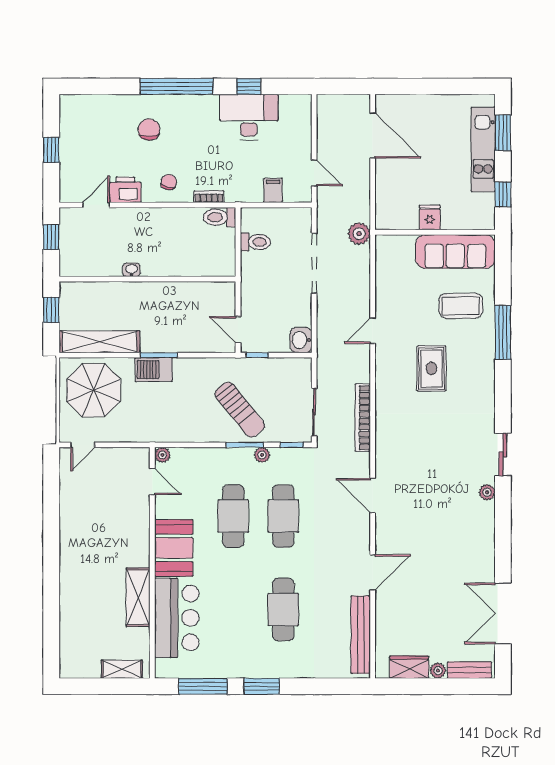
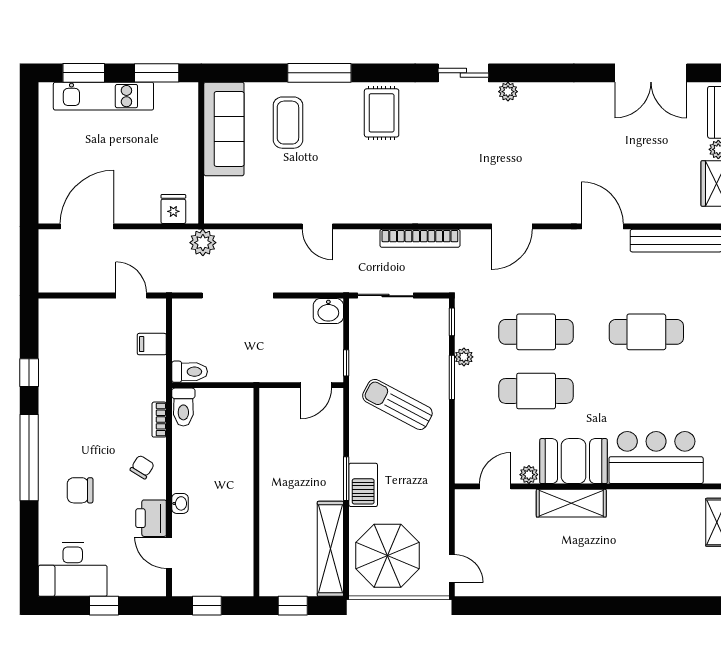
desk: (249, 117) -> (73, 569), moved, turned -90
door: (314, 173) -> (131, 296), hinge flipped
chair: (169, 182) -> (142, 467), turned 106
window: (503, 194) -> (157, 73), width x1.50
fridge: (430, 217) -> (173, 209), moved, turned 90
toilet: (255, 242) -> (190, 372), moved, turned 90
washbasin: (132, 270) -> (180, 503), moved, turned 180
rug: (431, 368) -> (382, 113), moved, turned 90
sun lounger: (240, 410) -> (397, 404), moved, turned -113
sliding door: (314, 412) -> (386, 296), moved
plant: (162, 455) -> (529, 475), moved
shelving: (138, 597) -> (571, 503), moved

